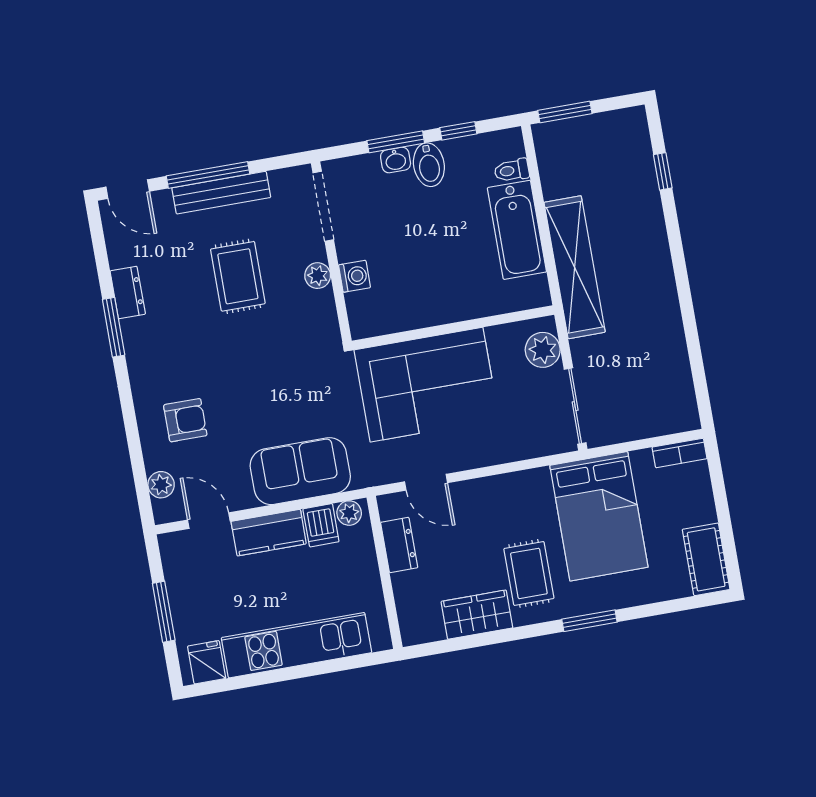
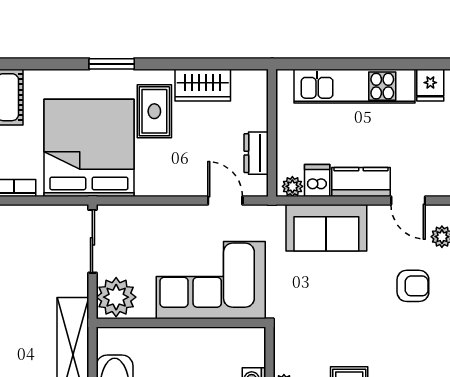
plant: (543, 350) -> (116, 297), width x1.36, depth x1.36
armchair: (185, 420) -> (413, 286), turned 180
bed: (599, 516) -> (89, 148), width x1.36

